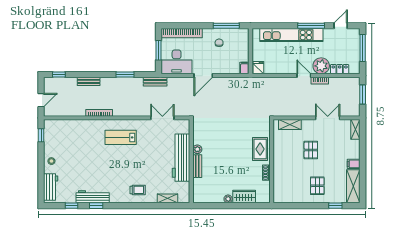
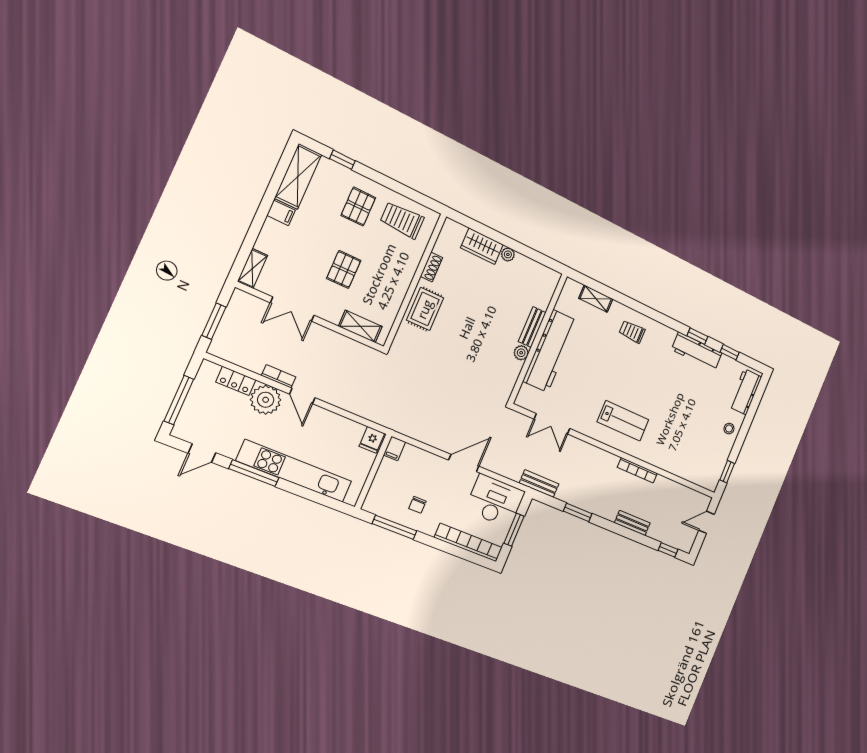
trolley: (292, 190) -> (402, 220), added

